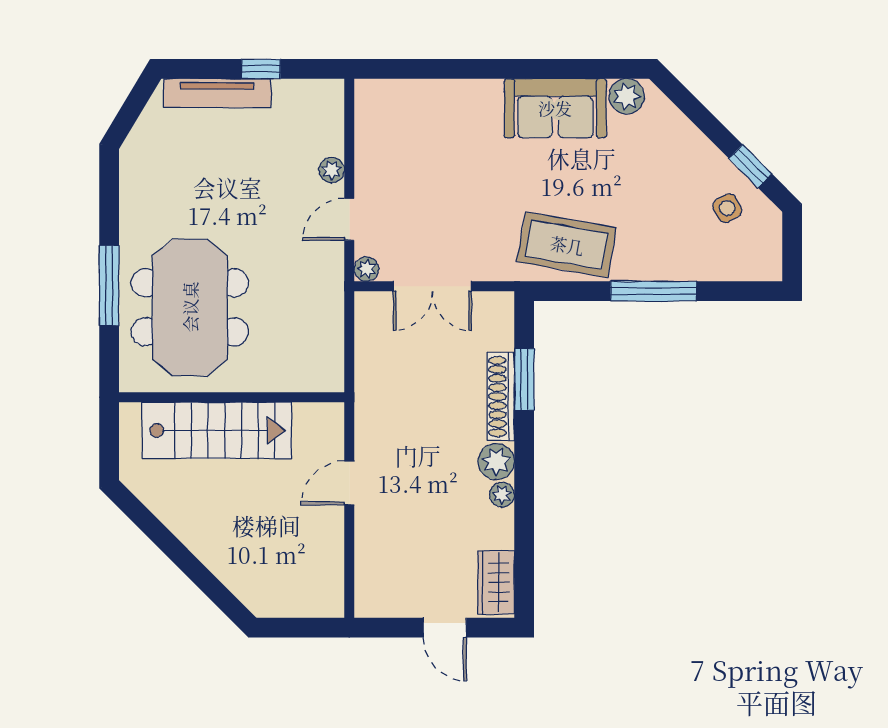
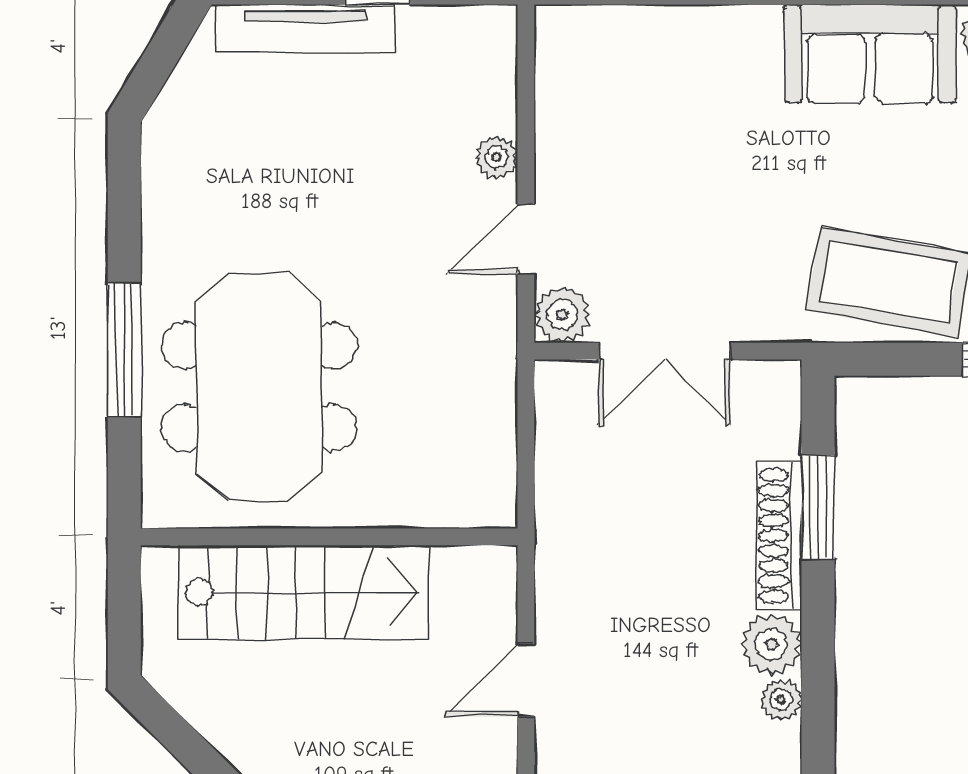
plant: (367, 269) -> (562, 315), width x1.38, depth x1.38

